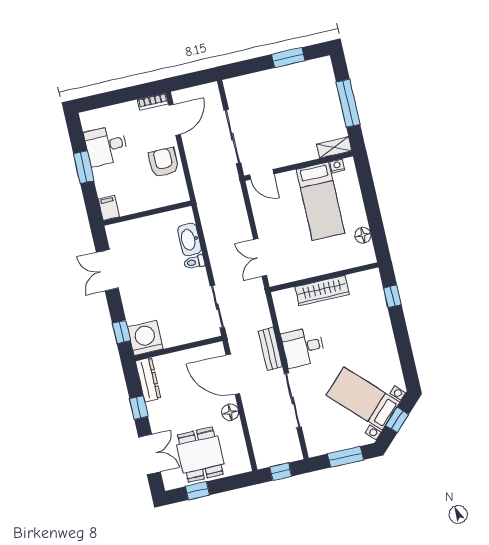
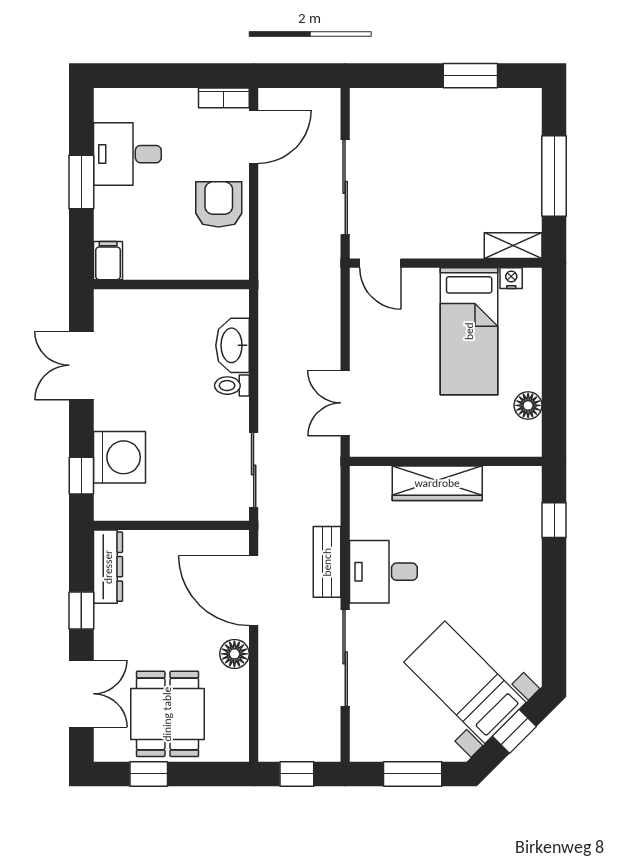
washing machine: (145, 338) -> (119, 457), moved, turned 90

